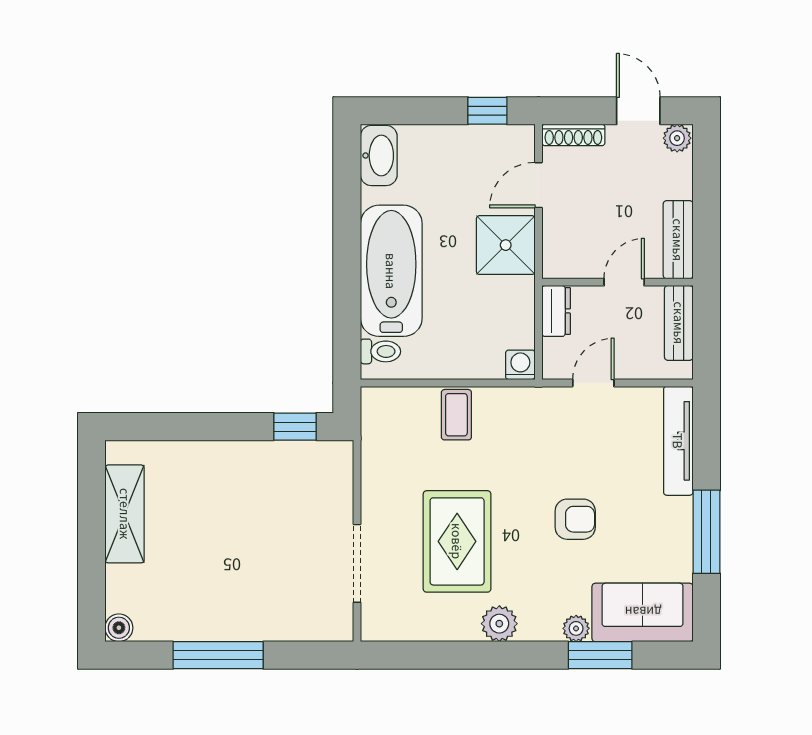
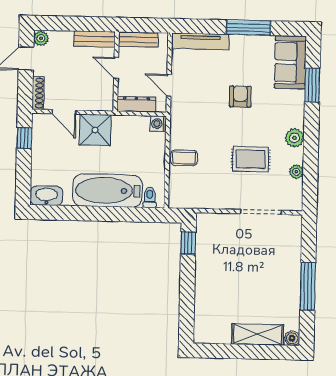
dresser: (556, 311) -> (136, 104), width x1.44
shelving: (125, 514) -> (258, 334), moved
rug: (457, 541) -> (251, 159), width x0.73, depth x0.70
plant: (576, 628) -> (296, 172), moved

